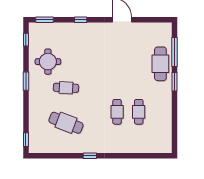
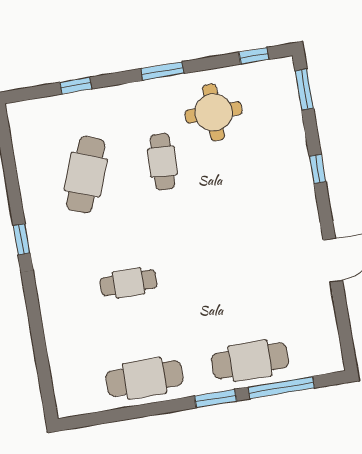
cafe table: (139, 112) -> (144, 378), moved, width x1.37, depth x1.35
window: (26, 140) -> (76, 86), moved

